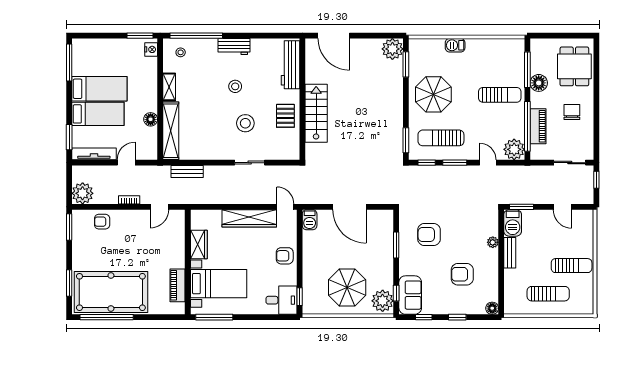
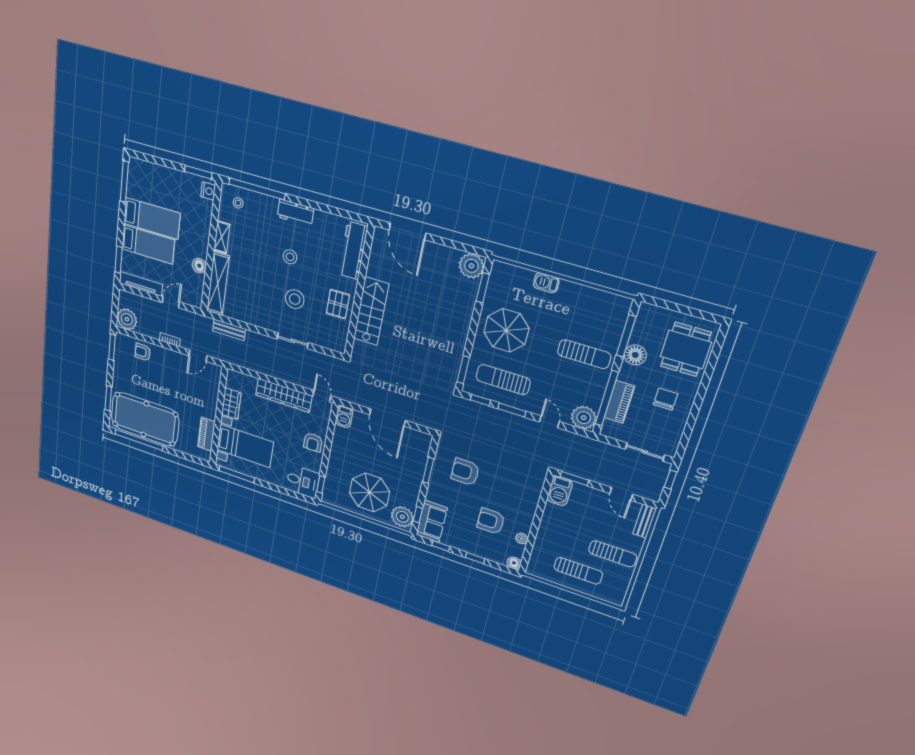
plant: (493, 242) -> (522, 539), moved
bench: (510, 253) -> (645, 521), moved
armchair: (285, 256) -> (313, 442), turned -90

